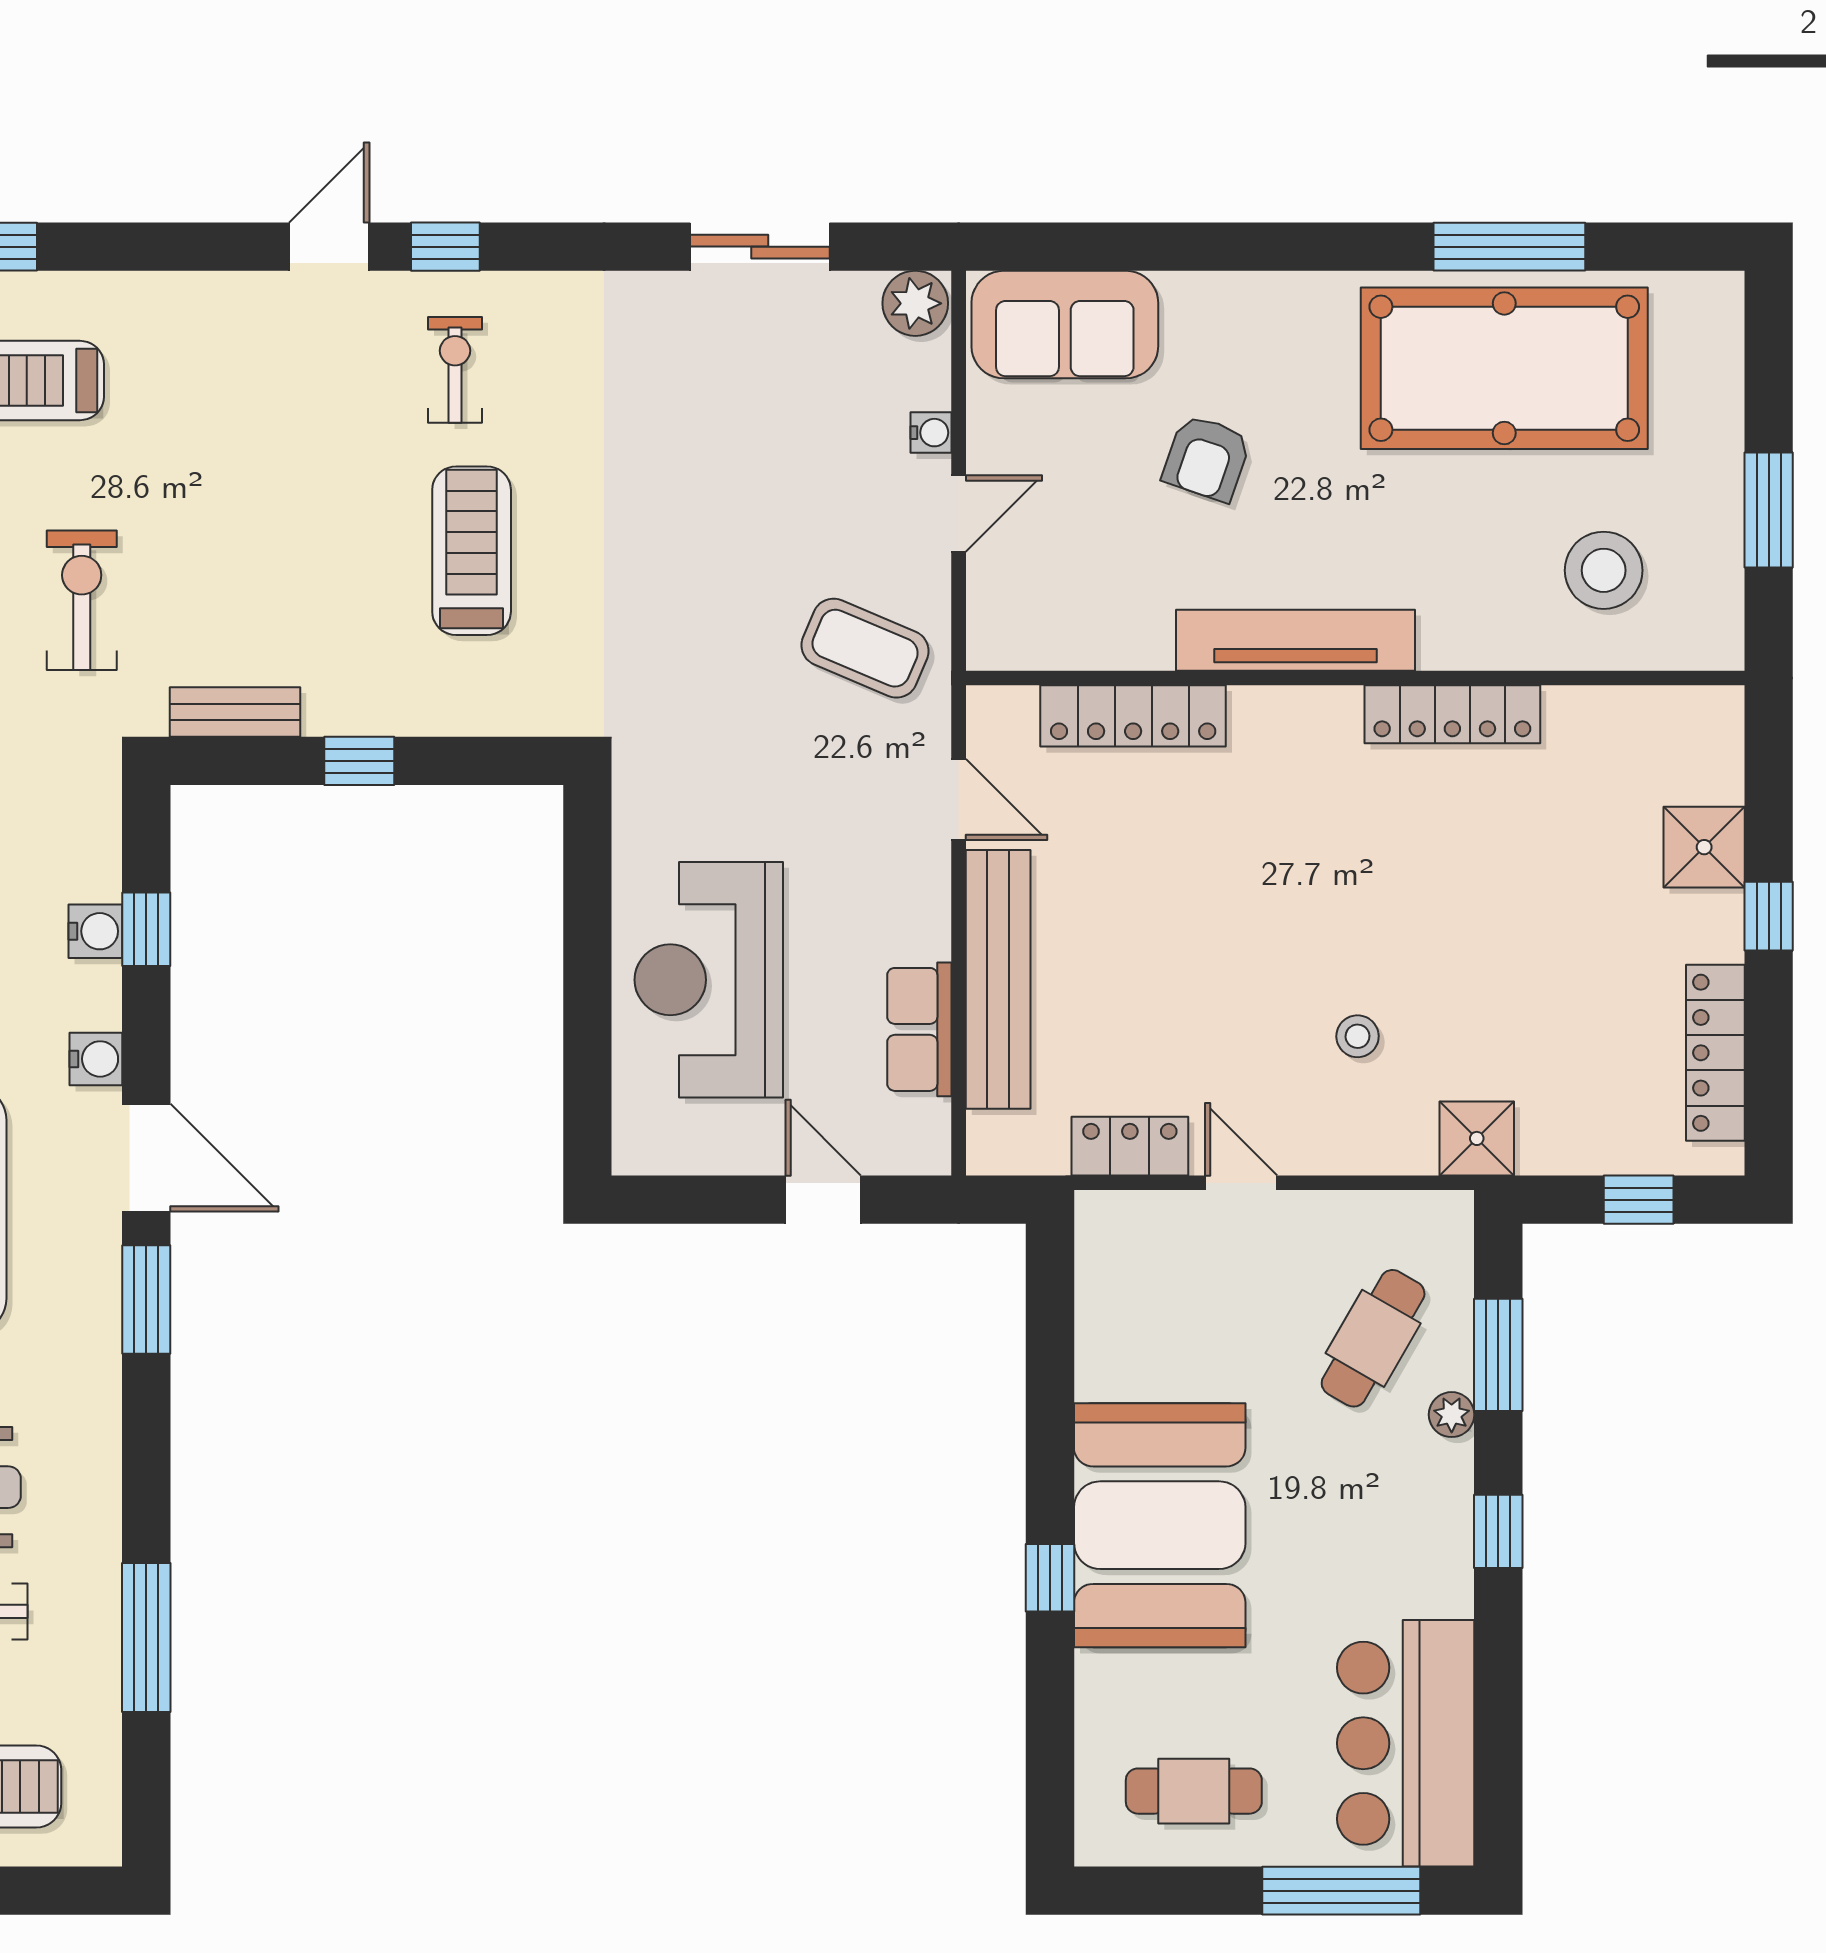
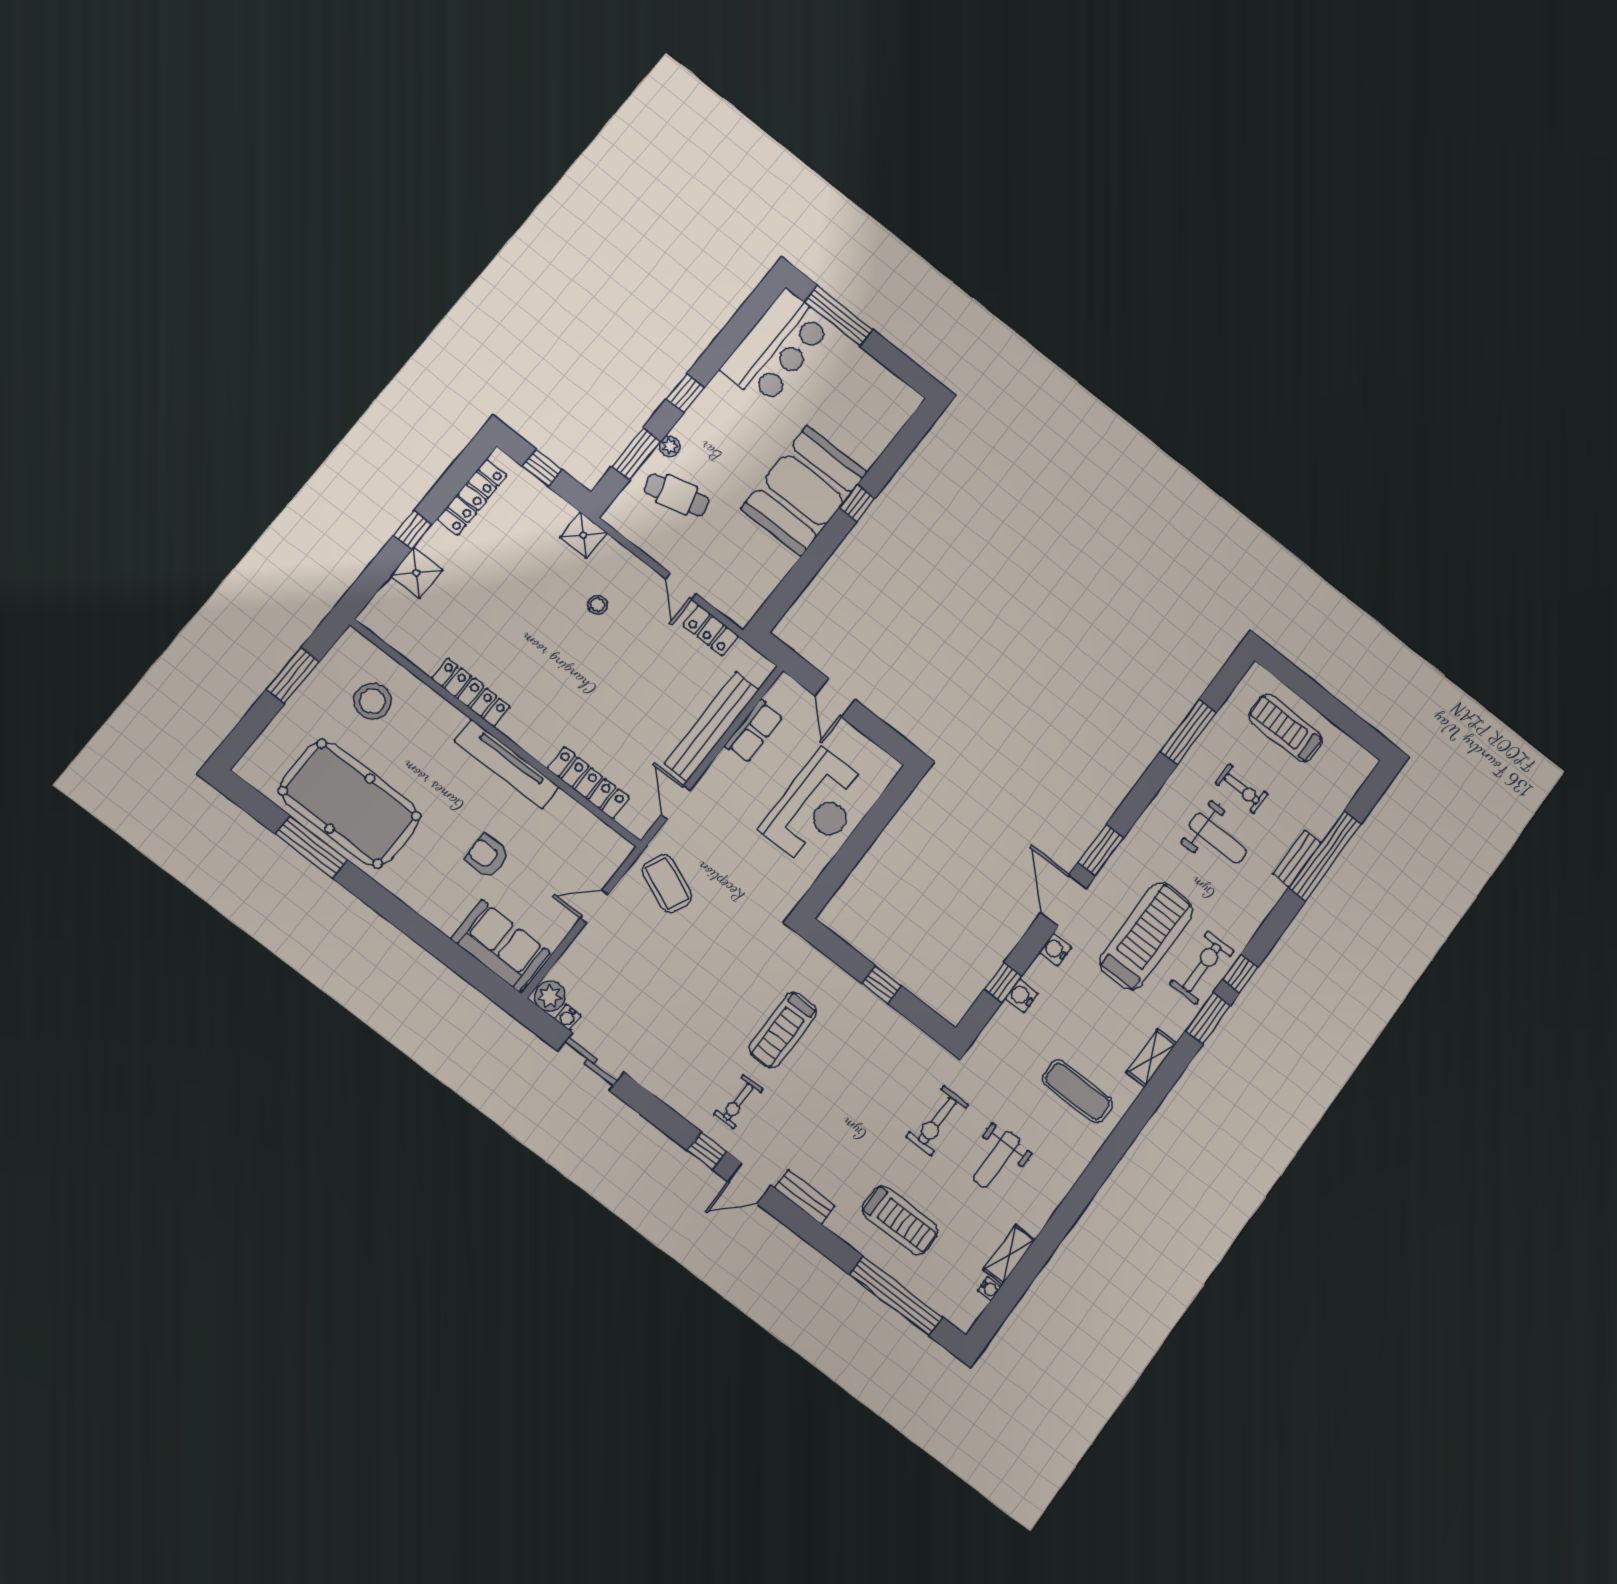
water cooler: (931, 433) -> (568, 1017), moved, turned -90
armchair: (1207, 458) -> (487, 856), turned -109
bench: (235, 712) -> (805, 1197), moved
cafe table: (1373, 1338) -> (677, 495), turned 45
cafe table: (1194, 1791) -> (864, 390), removed

